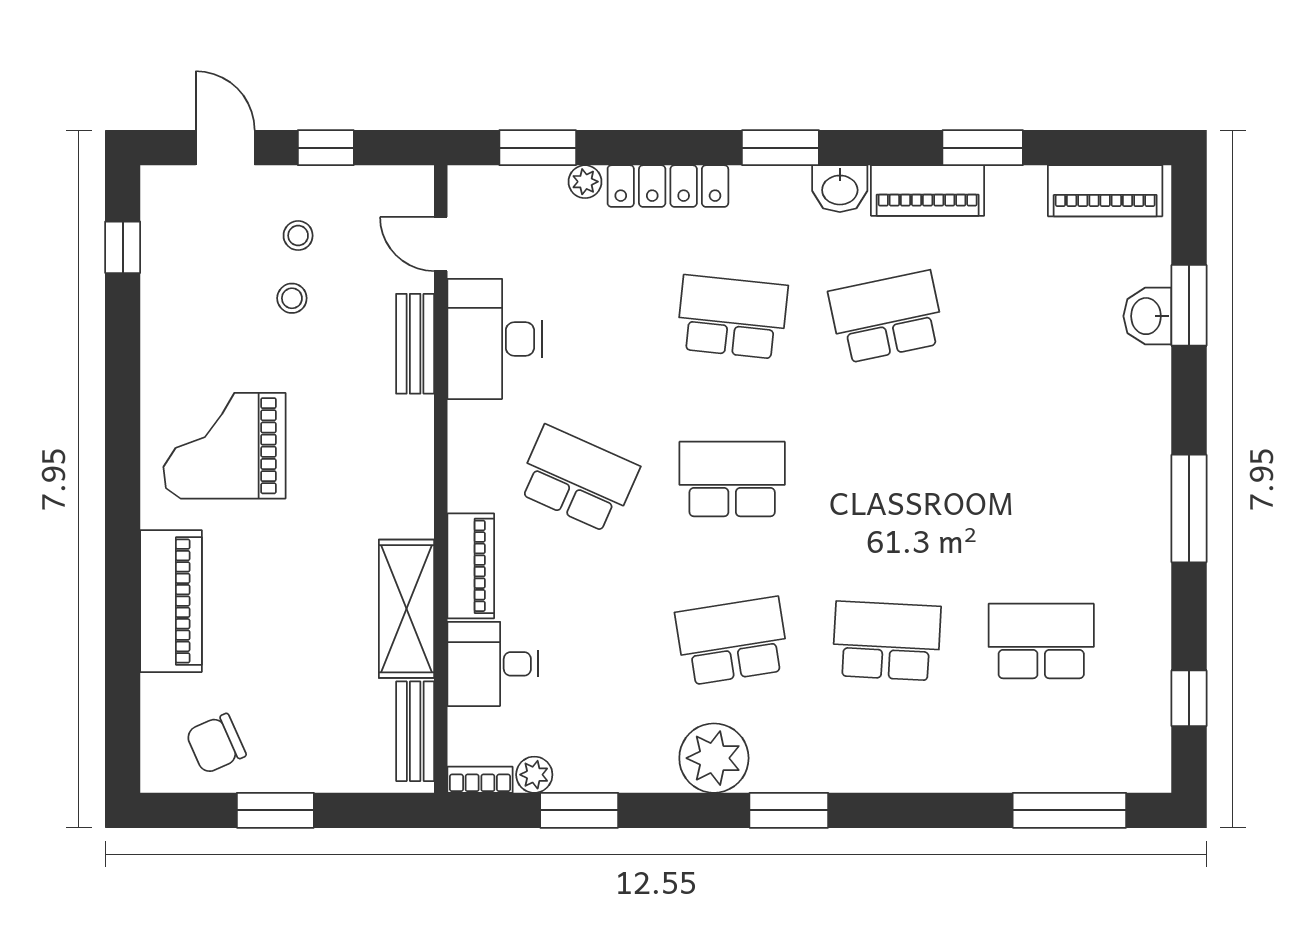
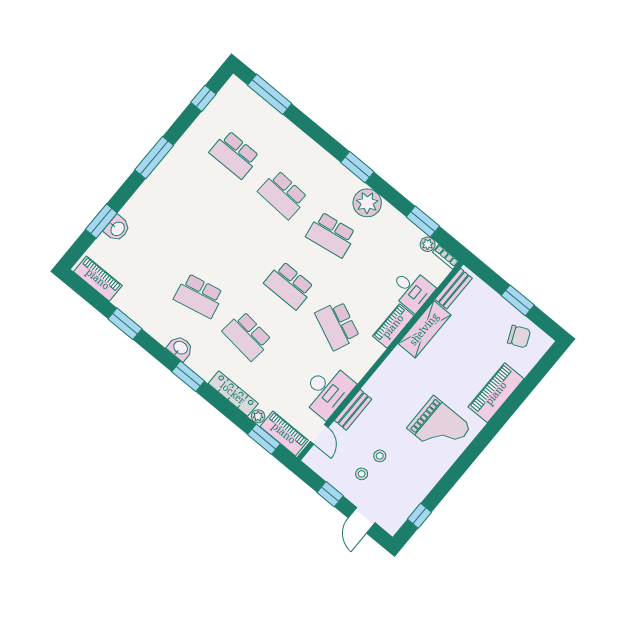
piano: (928, 191) -> (284, 433), moved

